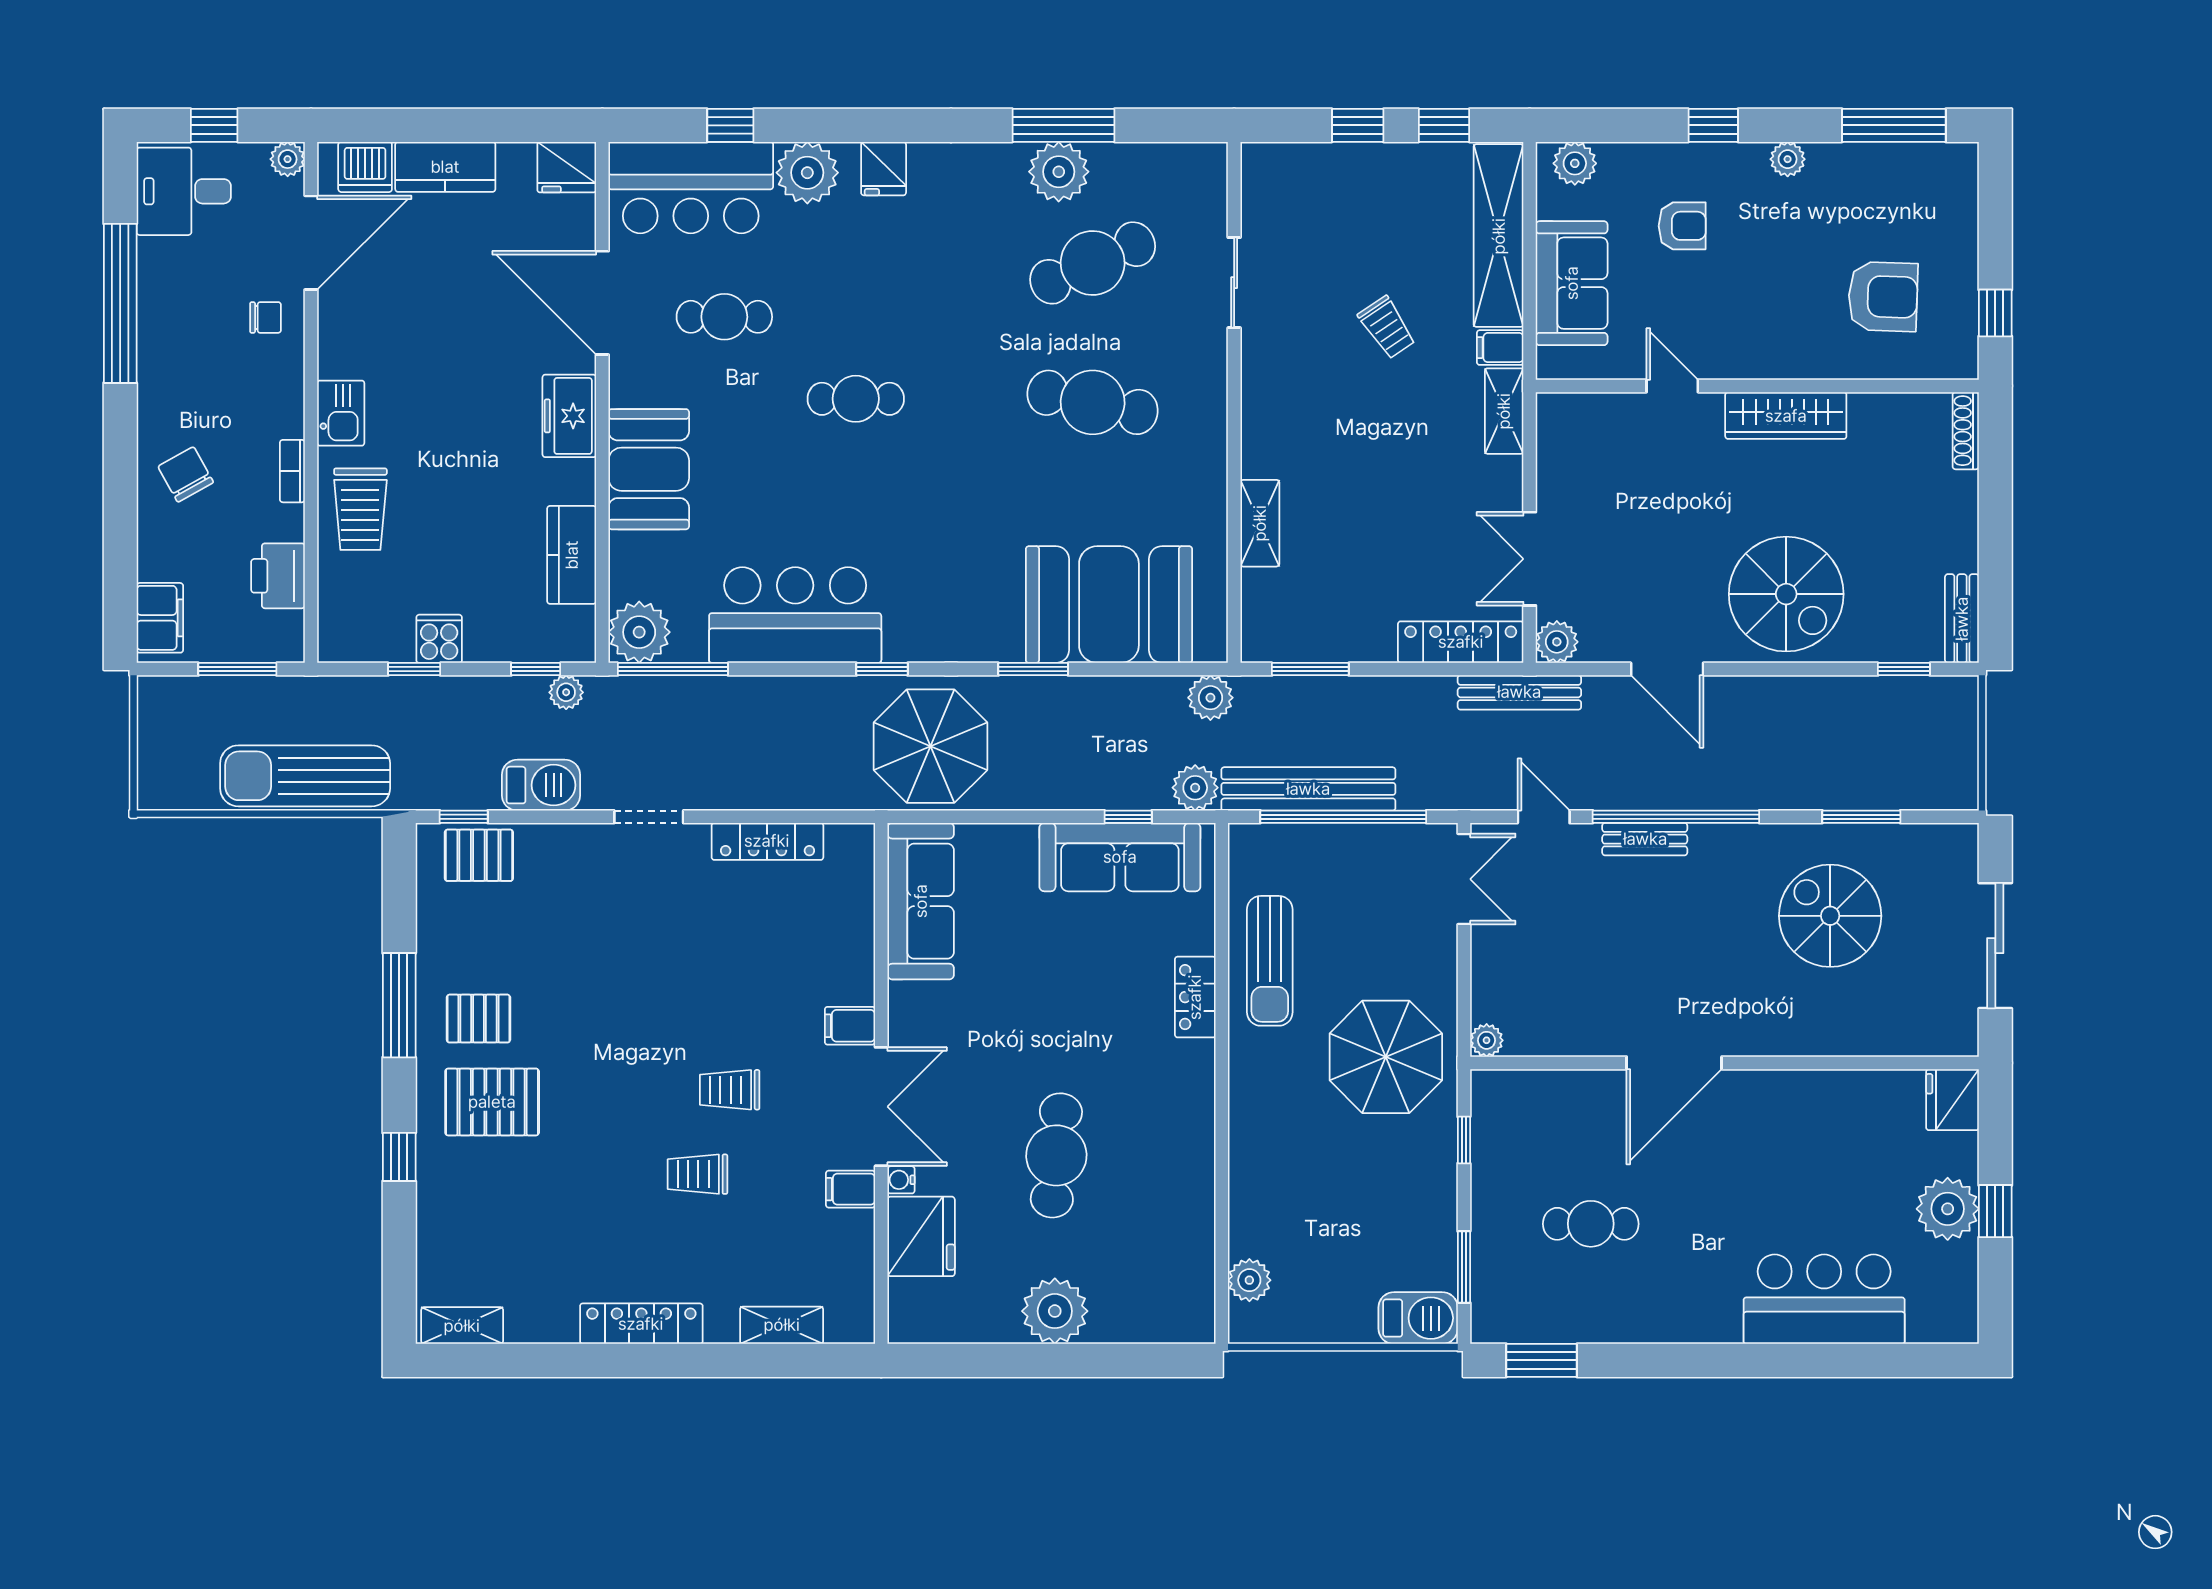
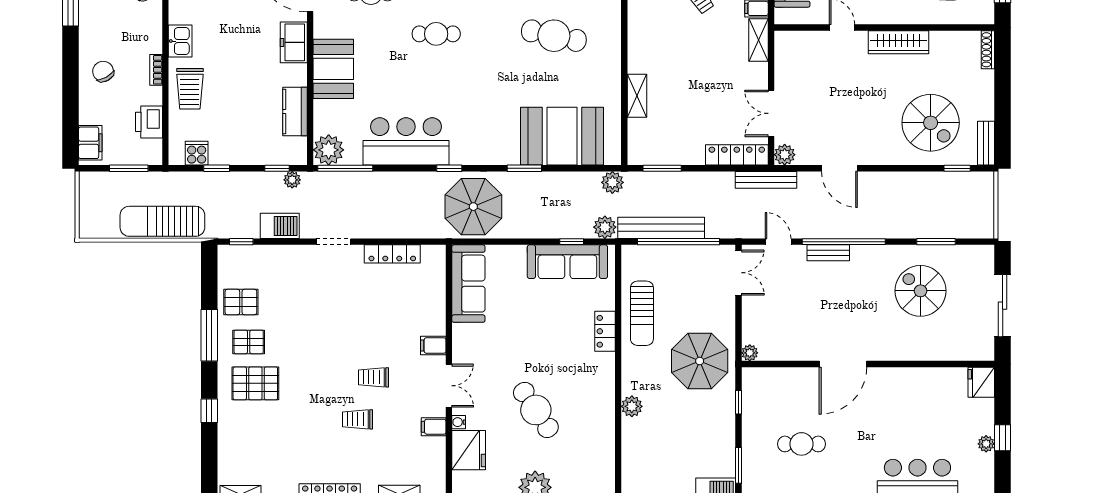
spiral stairs: (1786, 594) -> (931, 123), moved
cooker: (439, 639) -> (197, 153), moved
pallet: (479, 855) -> (241, 302), moved
double door: (881, 1107) -> (449, 386), width x0.73
cafe table: (1056, 1155) -> (536, 410), turned -40
plant: (1948, 1209) -> (986, 444), width x0.53, depth x0.53
plant: (1249, 1280) -> (632, 406), moved

